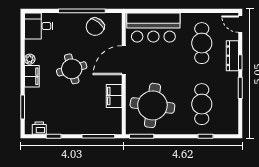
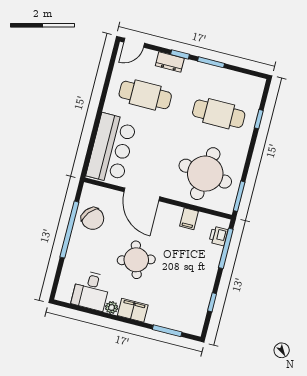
desk: (39, 26) -> (91, 291), moved
dresser: (232, 56) -> (170, 62), width x0.70
filing cabinet: (114, 96) -> (189, 219), width x0.50
printer: (39, 128) -> (219, 236), moved

